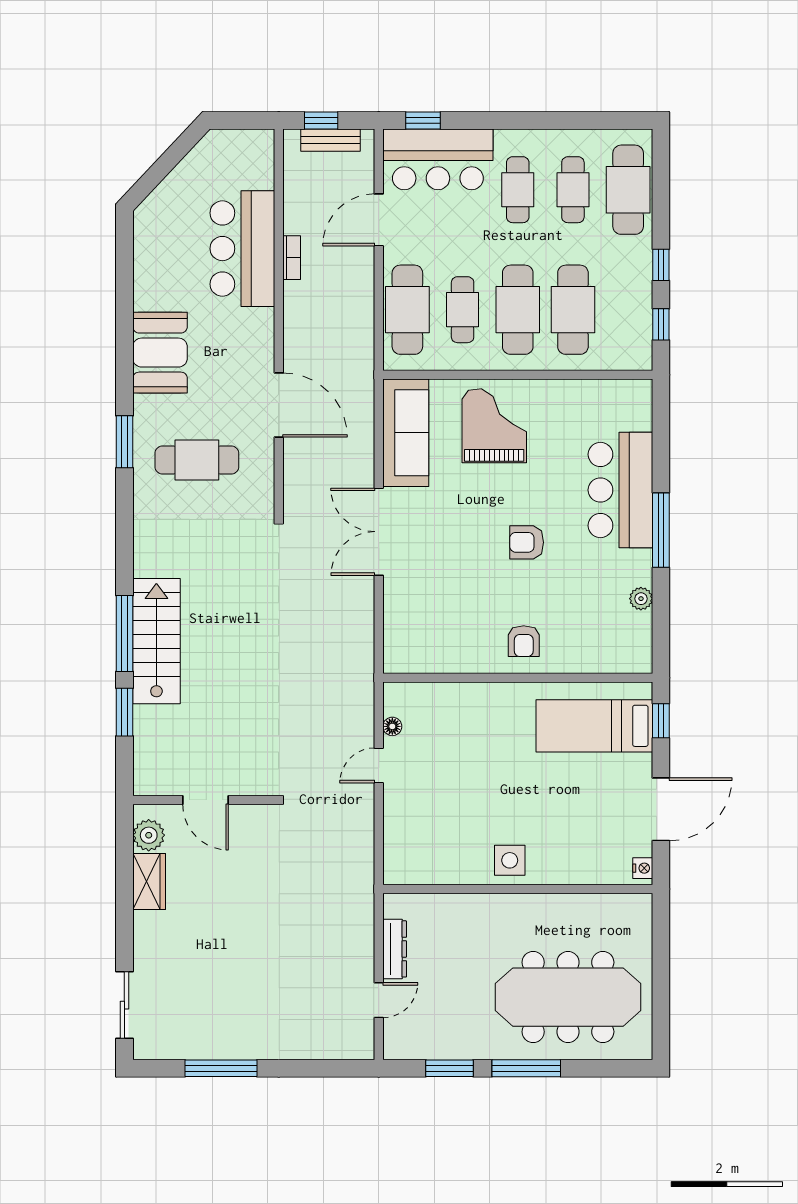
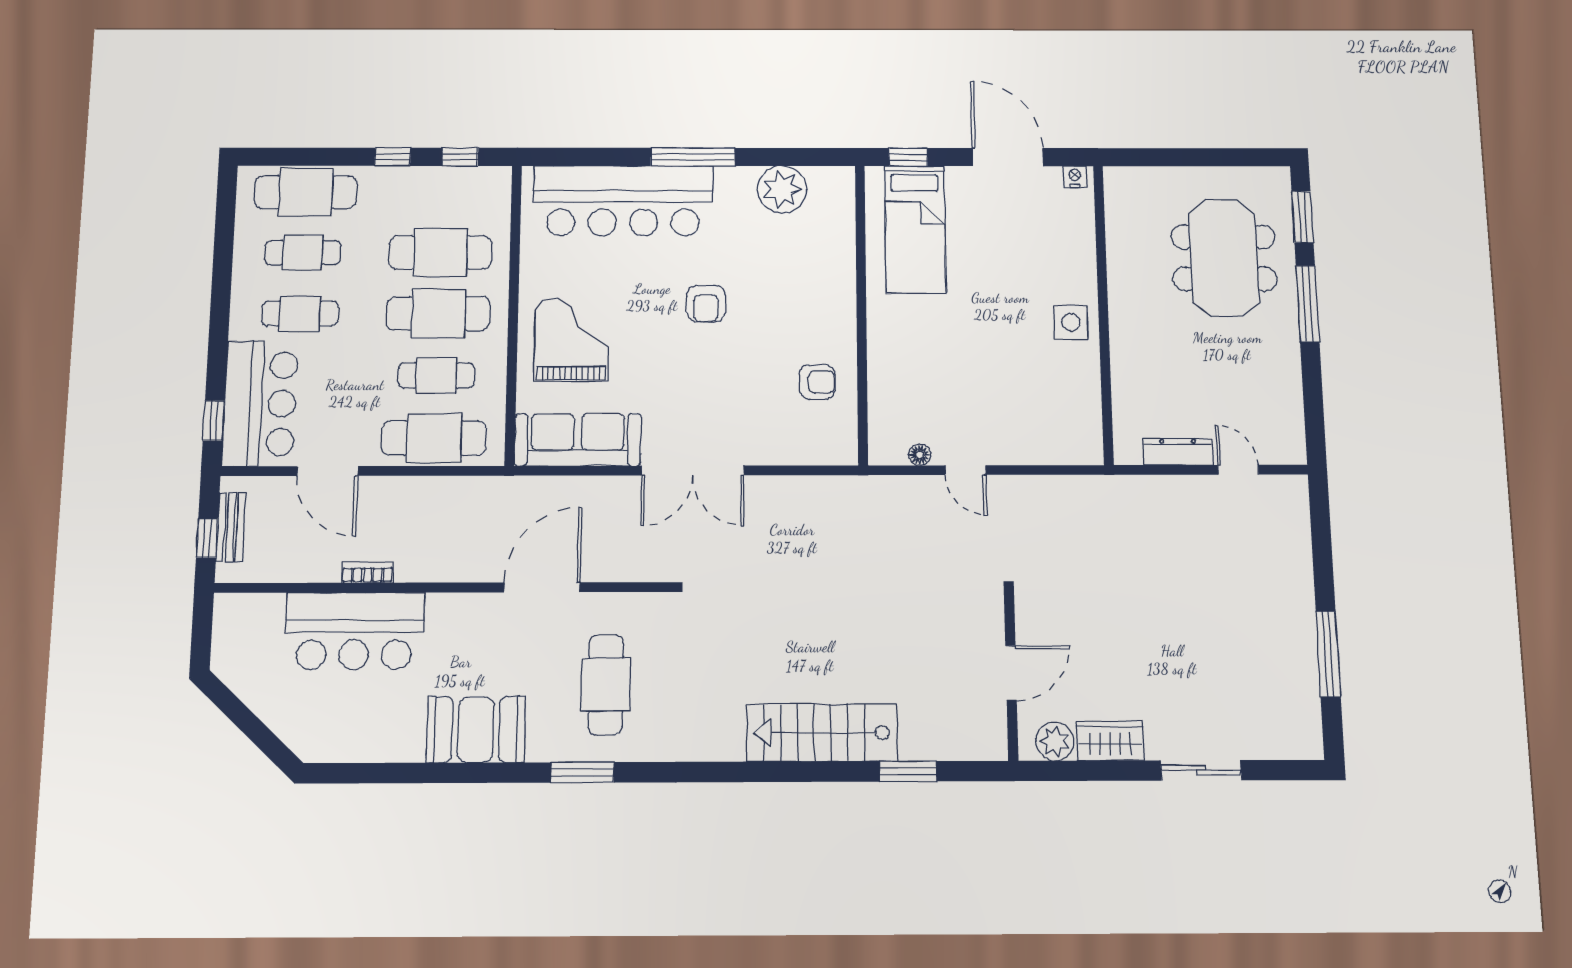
grand piano: (494, 426) -> (571, 340), turned 90
bar counter: (620, 490) -> (623, 201), width x1.36
plant: (641, 599) -> (782, 189), width x1.87, depth x1.87
window: (124, 634) -> (813, 772), removed
armchair: (524, 641) -> (817, 382), moved
meeting table: (568, 997) -> (1224, 258), width x0.73
sliding door: (124, 1005) -> (1201, 770), moved
window: (450, 1068) -> (1302, 217), moved

